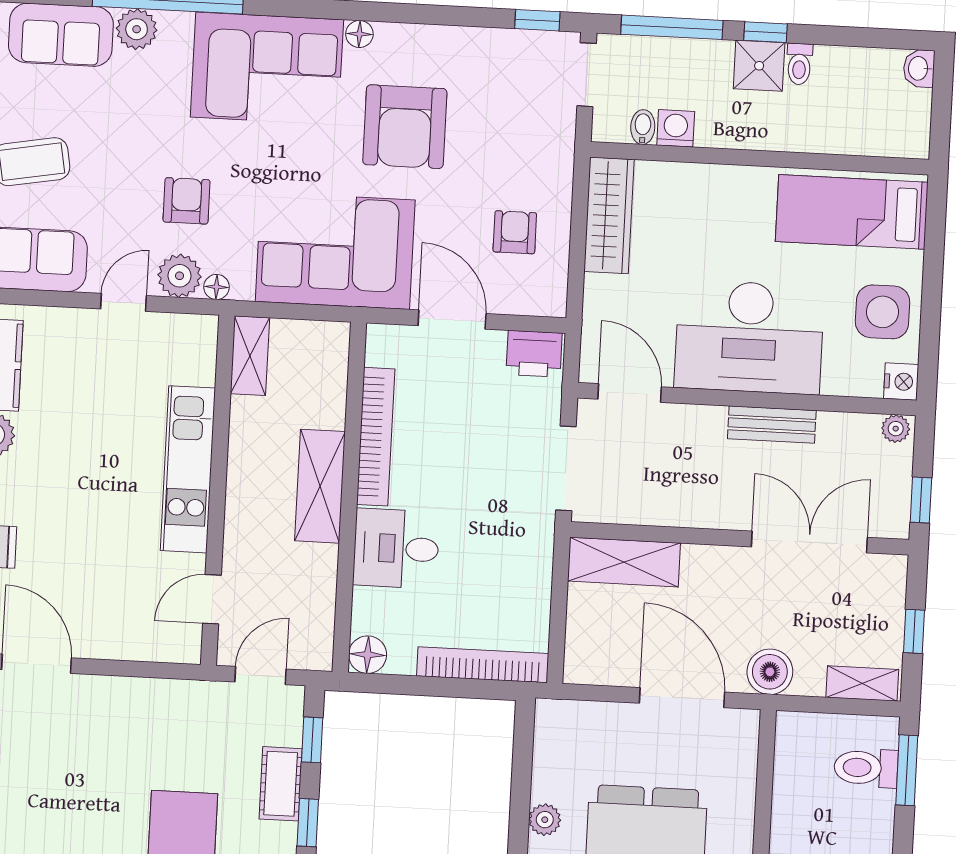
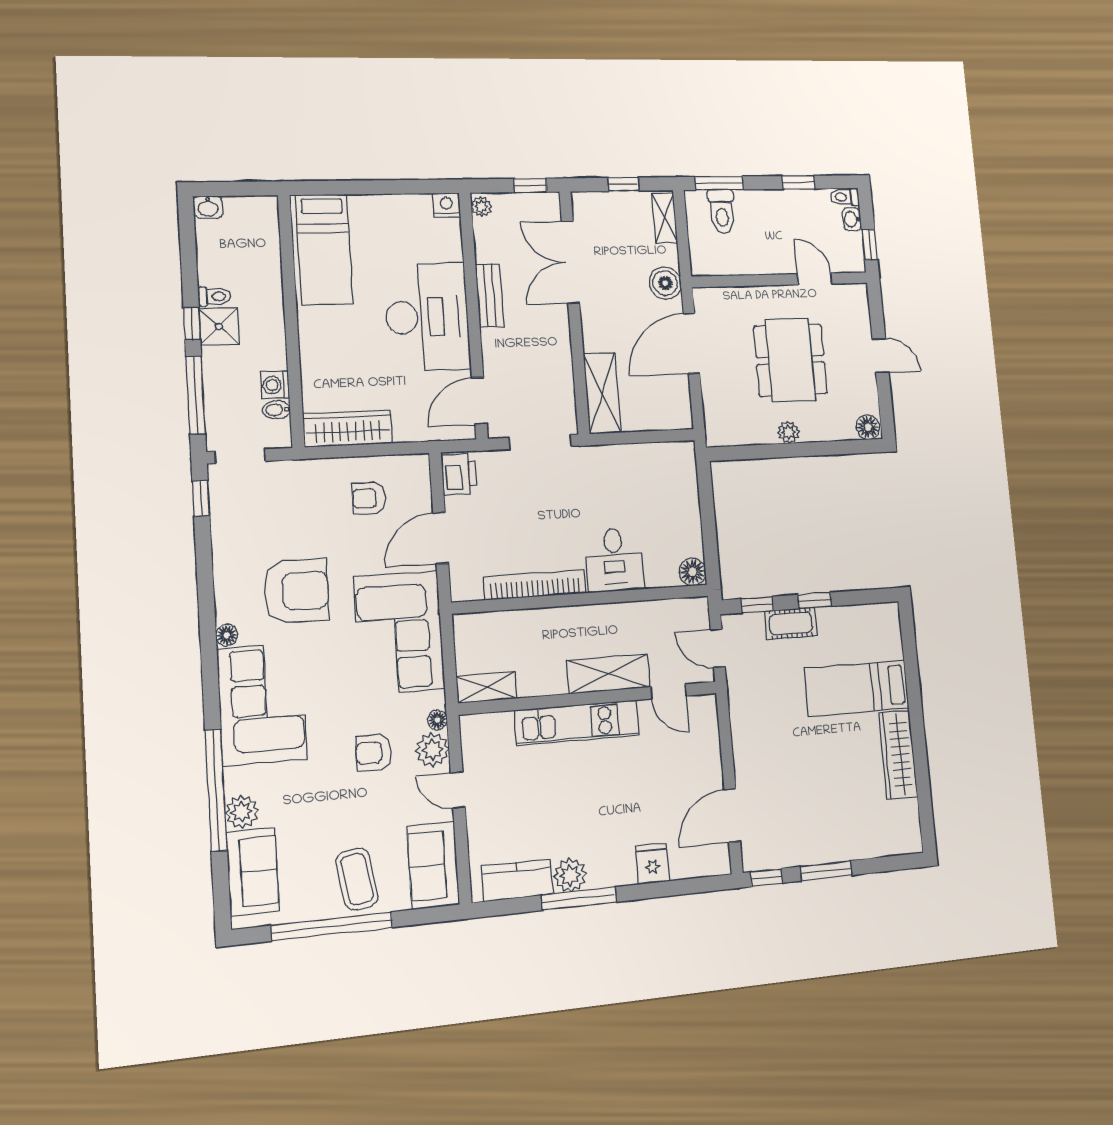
side table: (883, 312) -> (397, 222), removed
shelving: (320, 486) -> (608, 674), moved
bookcase: (483, 665) -> (688, 488), removed

